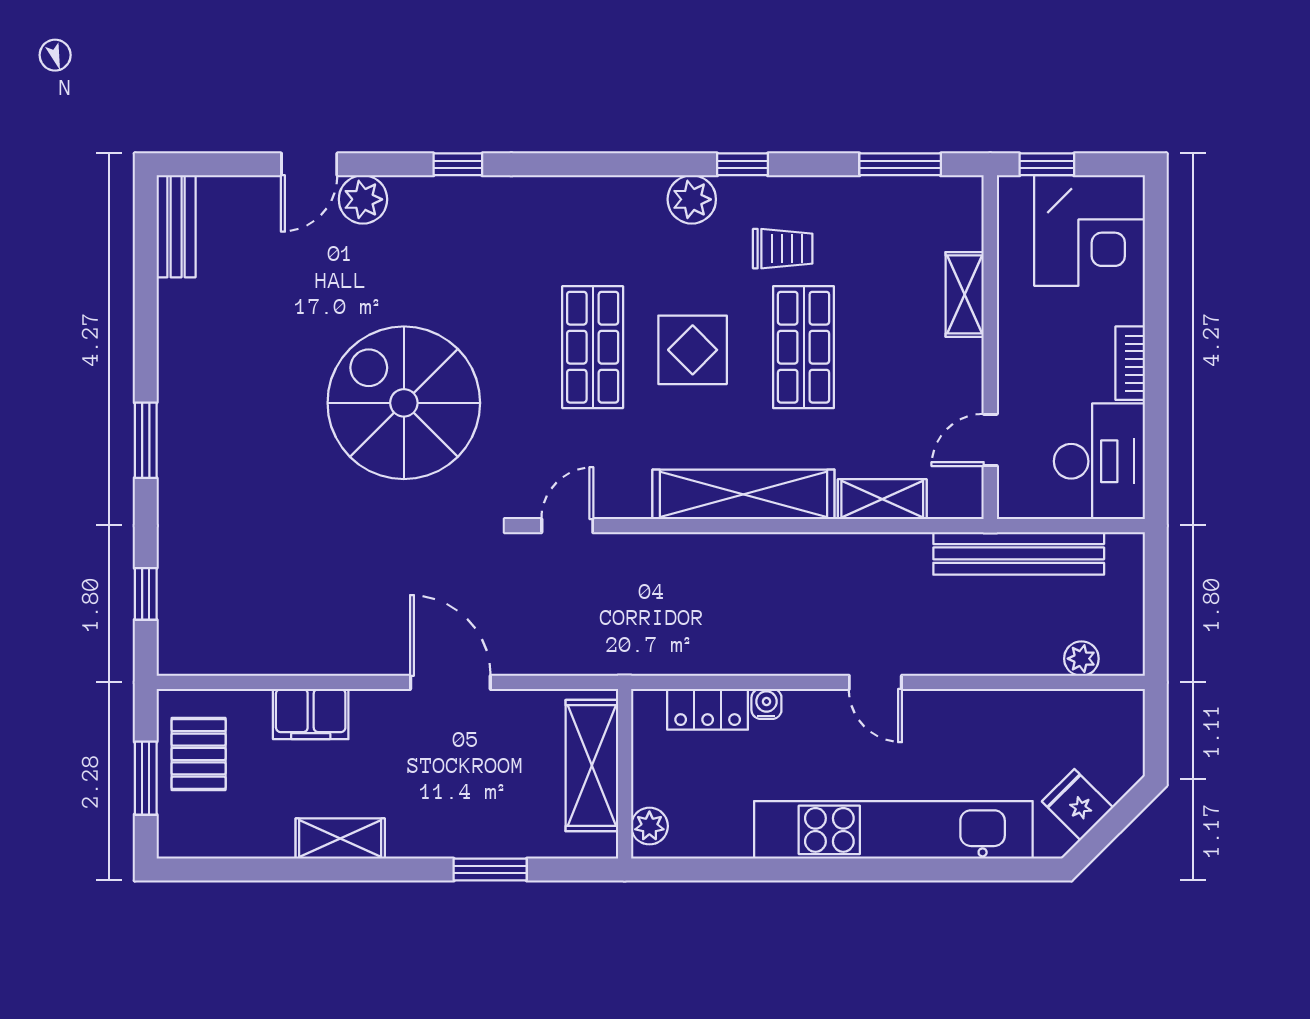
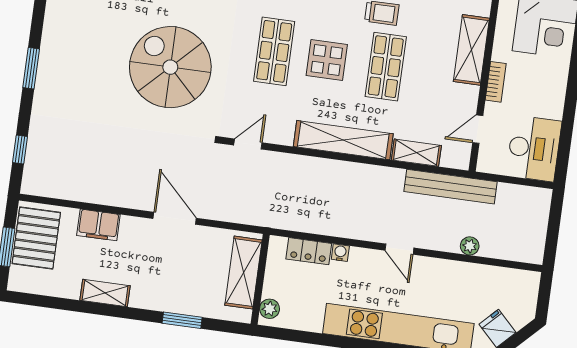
shelving: (965, 294) -> (471, 50), width x1.50, depth x1.33
bookcase: (1130, 363) -> (496, 82), moved, turned 180
bench: (1019, 553) -> (451, 187), moved
plant: (1081, 659) -> (470, 246), moved
pallet: (199, 754) -> (36, 238), width x1.50, depth x1.42

